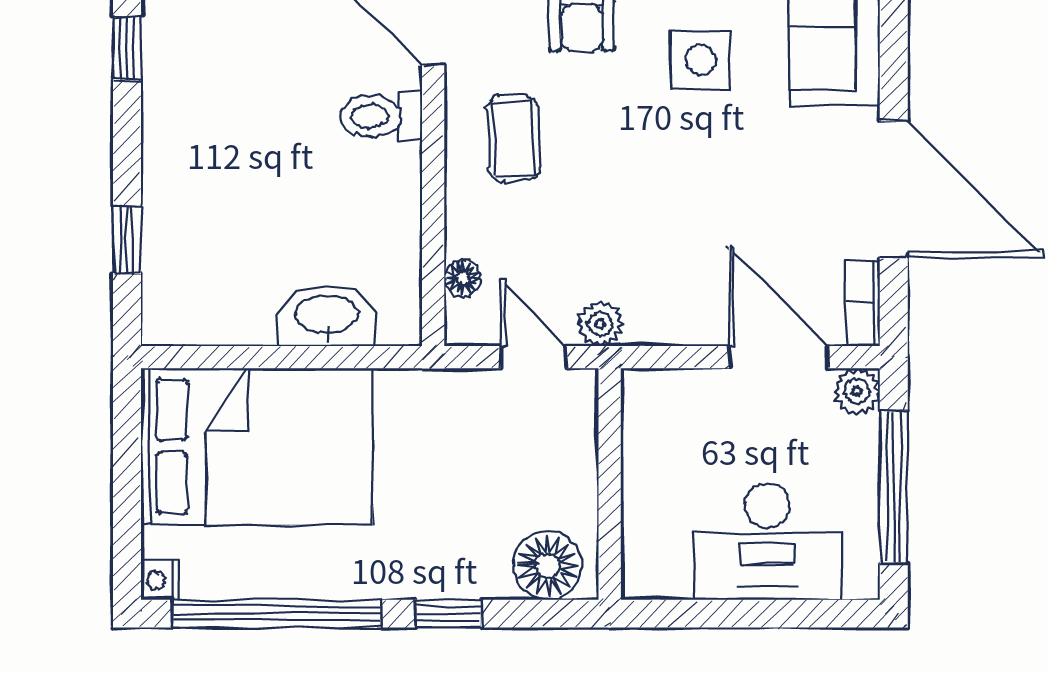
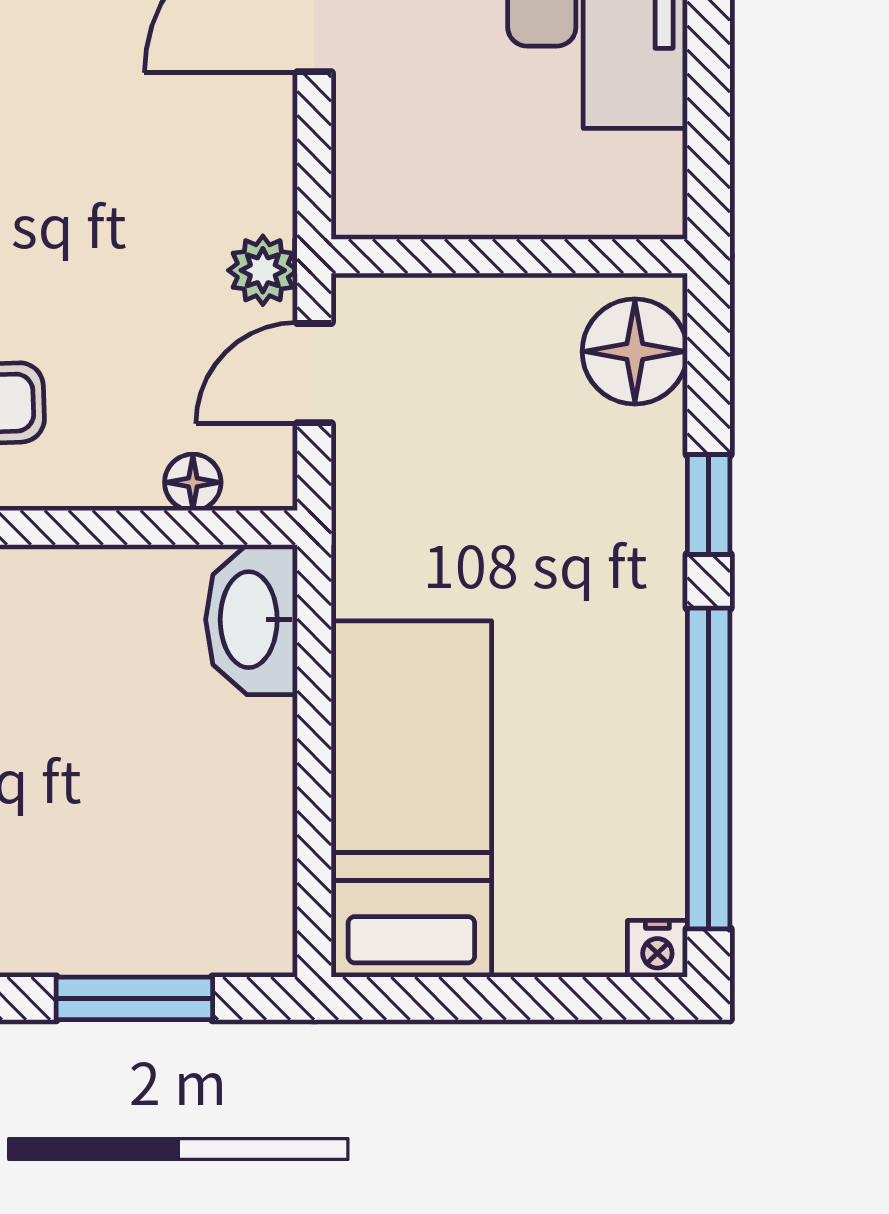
window: (127, 240) -> (134, 998), width x1.50
washbasin: (327, 316) -> (251, 620), moved
bed: (257, 446) -> (411, 799), width x0.67

